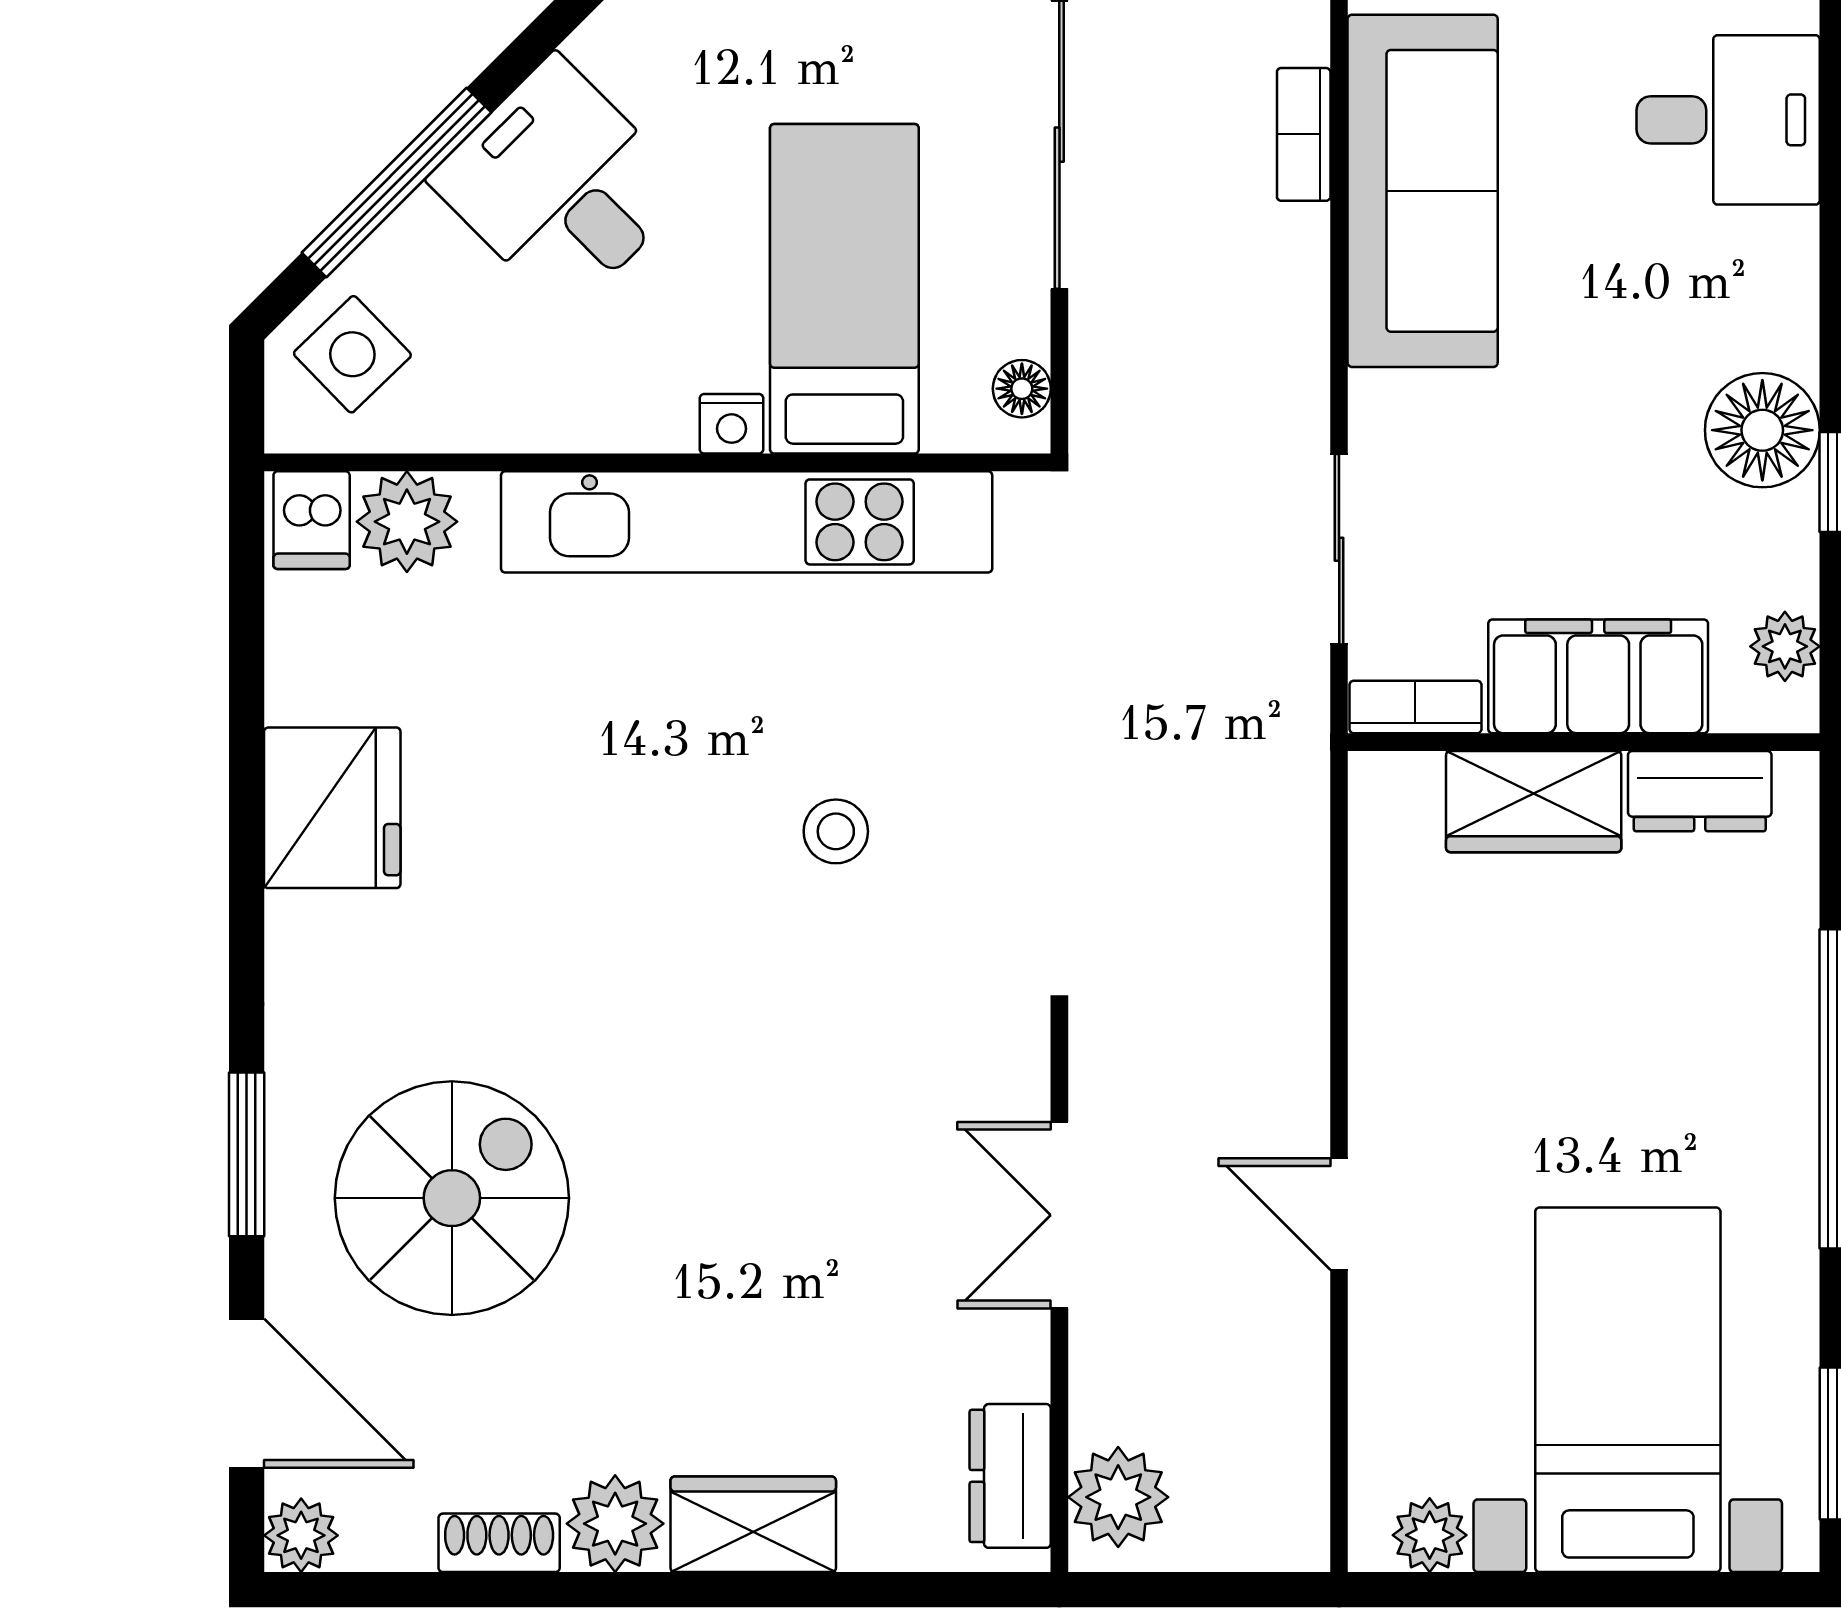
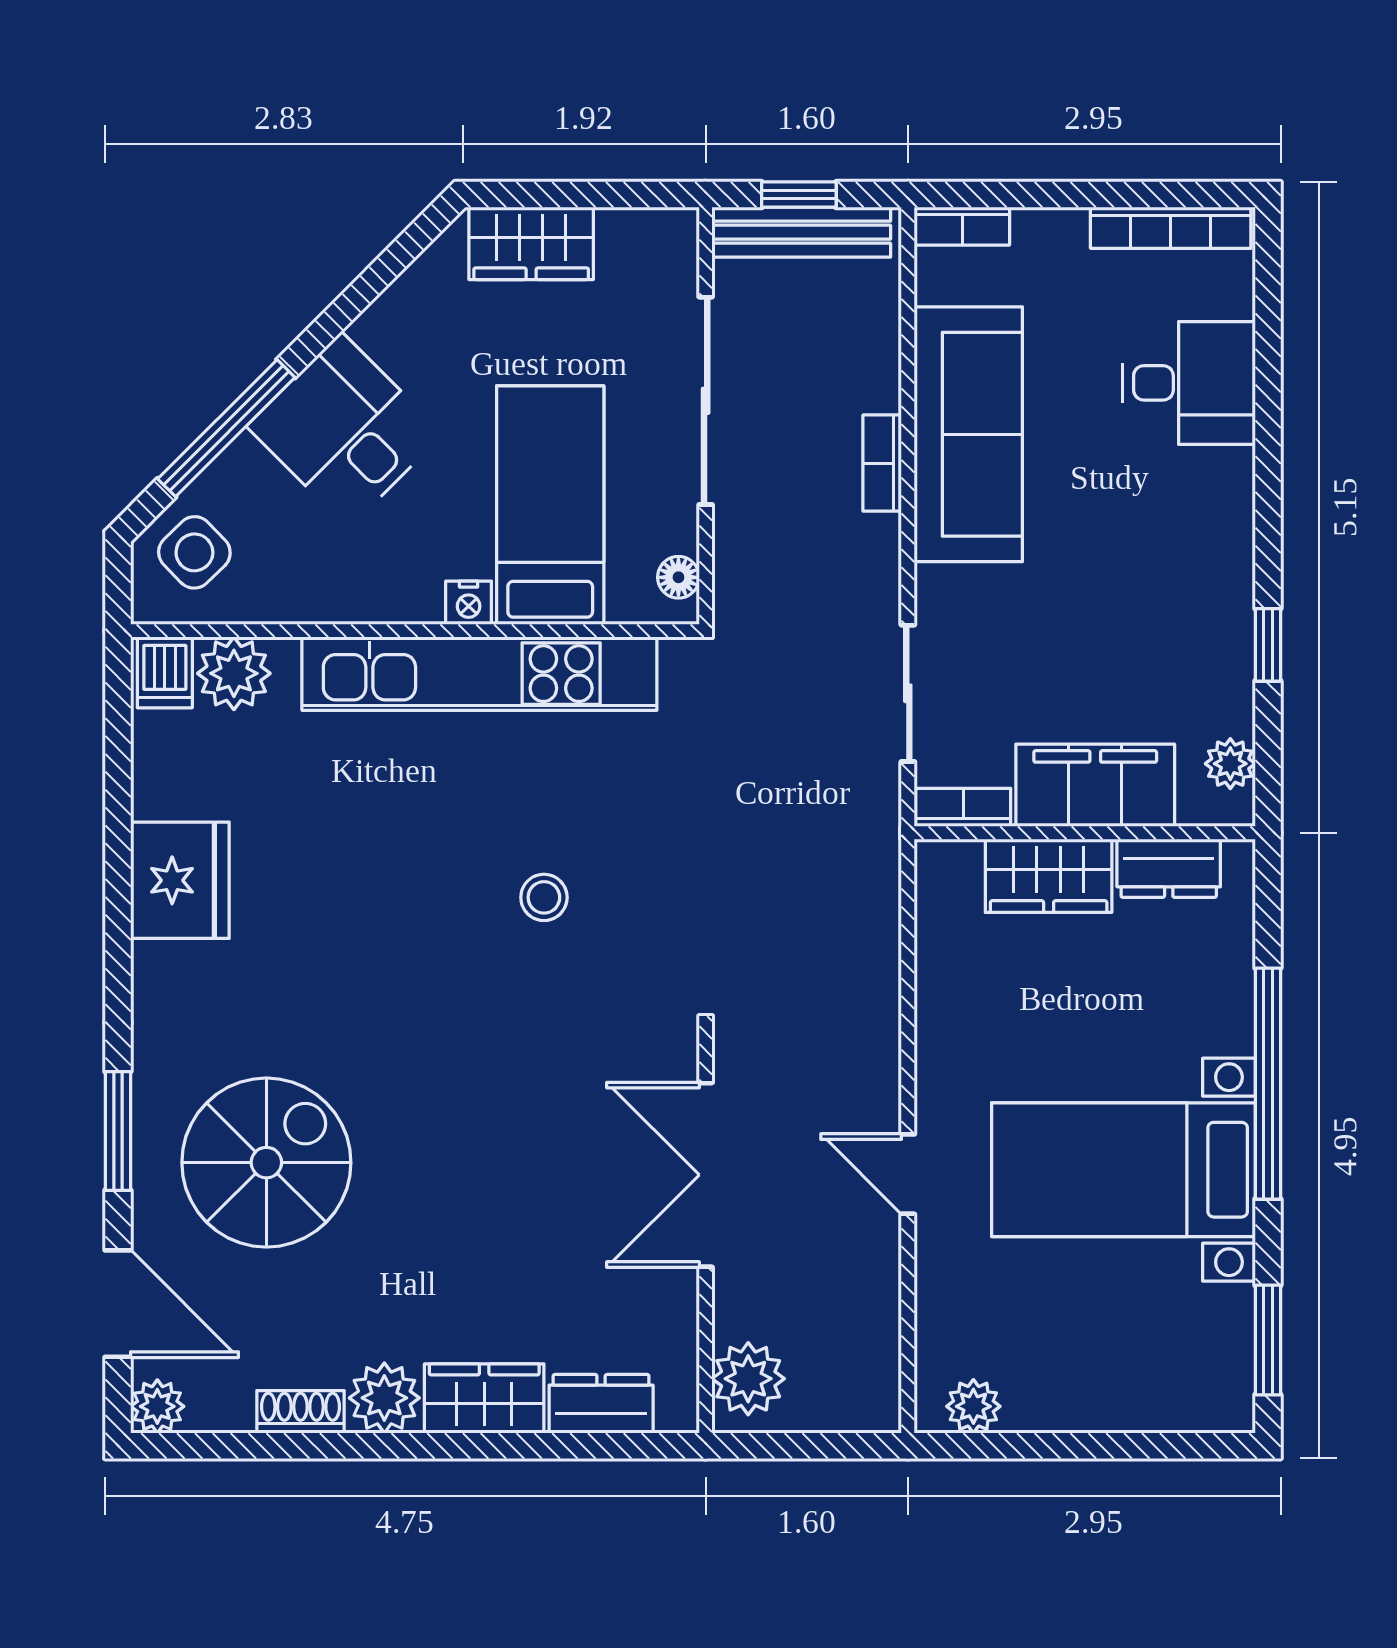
bookcase: (1304, 134) -> (882, 463), moved
floor lamp: (1762, 430) -> (1214, 607), removed
double door: (1059, 1215) -> (706, 1175), width x1.37
bed with nightstands: (1628, 1390) -> (1123, 1170), moved, turned -90
dresser: (1010, 1476) -> (601, 1404), moved, turned 90

